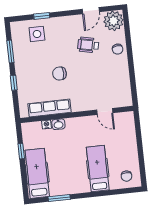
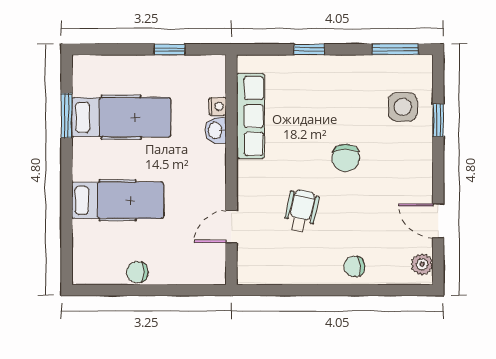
plant: (113, 21) -> (422, 264), width x0.53, depth x0.53
wheelchair: (88, 45) -> (301, 211), moved
window: (10, 51) -> (395, 49), moved
chair: (60, 74) -> (346, 158), moved, turned 180
hospital bed: (37, 173) -> (121, 117), moved
chair: (126, 176) -> (137, 272), moved

